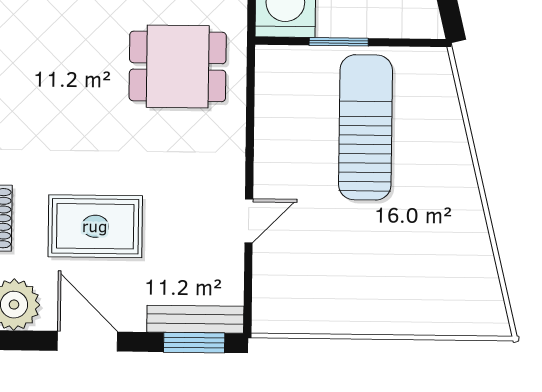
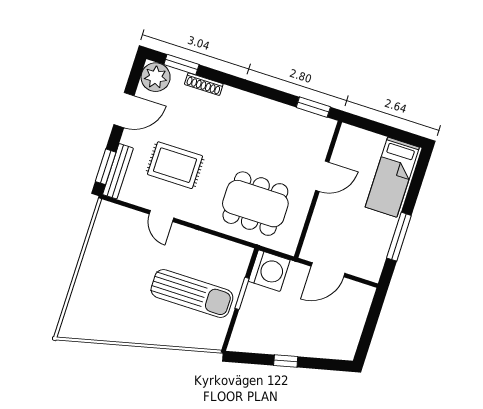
dining table: (178, 66) -> (255, 204), width x1.38
rug: (95, 226) -> (175, 165), moved, turned 90

